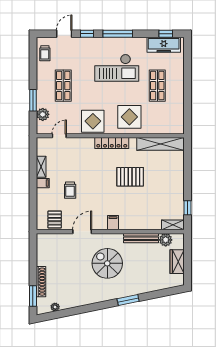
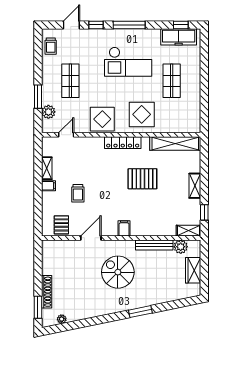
shelving: (179, 183) -> (195, 186), added

